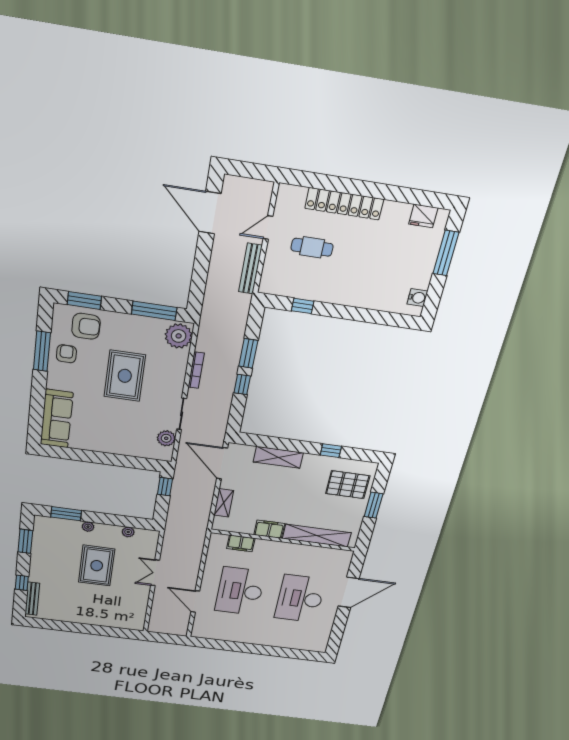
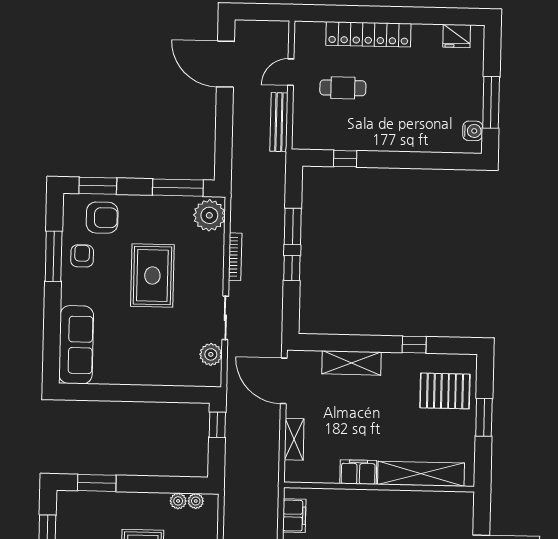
window: (446, 253) -> (491, 102), moved
plant: (88, 527) -> (196, 501), moved
filing cabinet: (241, 543) -> (294, 516), moved, turned -90

